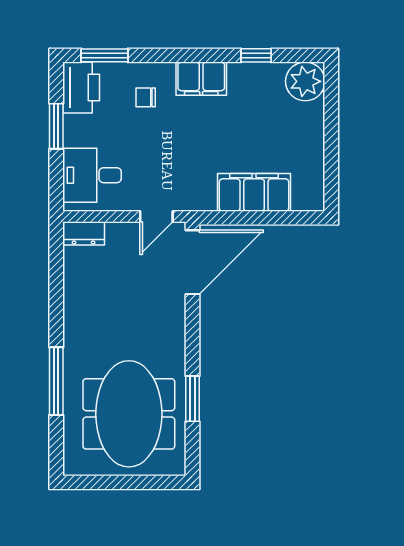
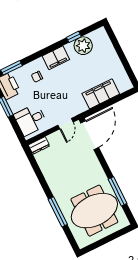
plant: (305, 81) -> (83, 46), moved
window: (192, 399) -> (118, 191), width x1.44
meeting table: (129, 414) -> (94, 211), turned 90

